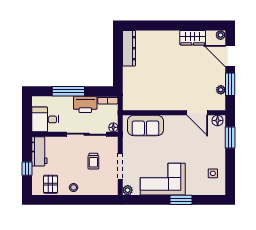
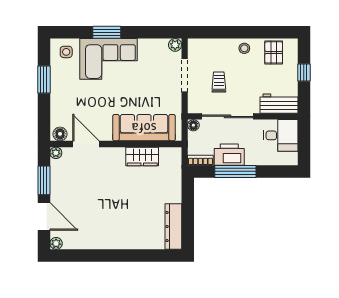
wardrobe: (193, 38) -> (142, 156), moved, turned 180
plant: (221, 90) -> (56, 153), moved
window: (68, 91) -> (235, 171), moved
sofa: (145, 125) -> (144, 128), width x1.36
window: (230, 137) -> (44, 79), moved
workbench: (39, 151) -> (279, 104), moved, turned 90
side table: (213, 173) -> (66, 52), moved
corner sofa: (163, 179) -> (108, 59), moved

